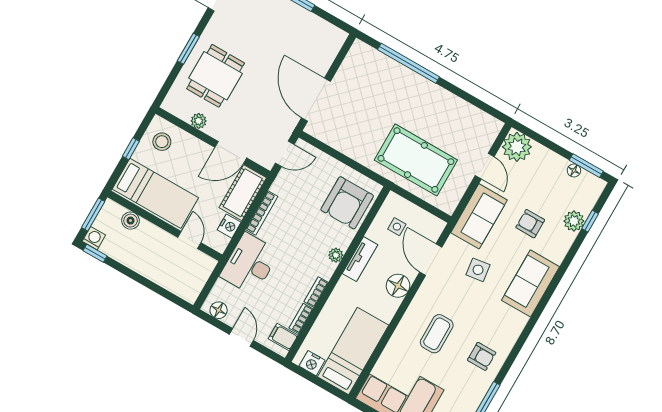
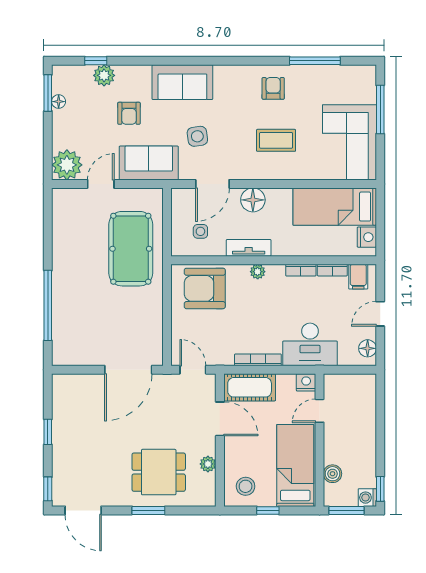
armchair: (347, 203) -> (205, 288), turned 180
nightstand: (229, 226) -> (306, 382), moved

